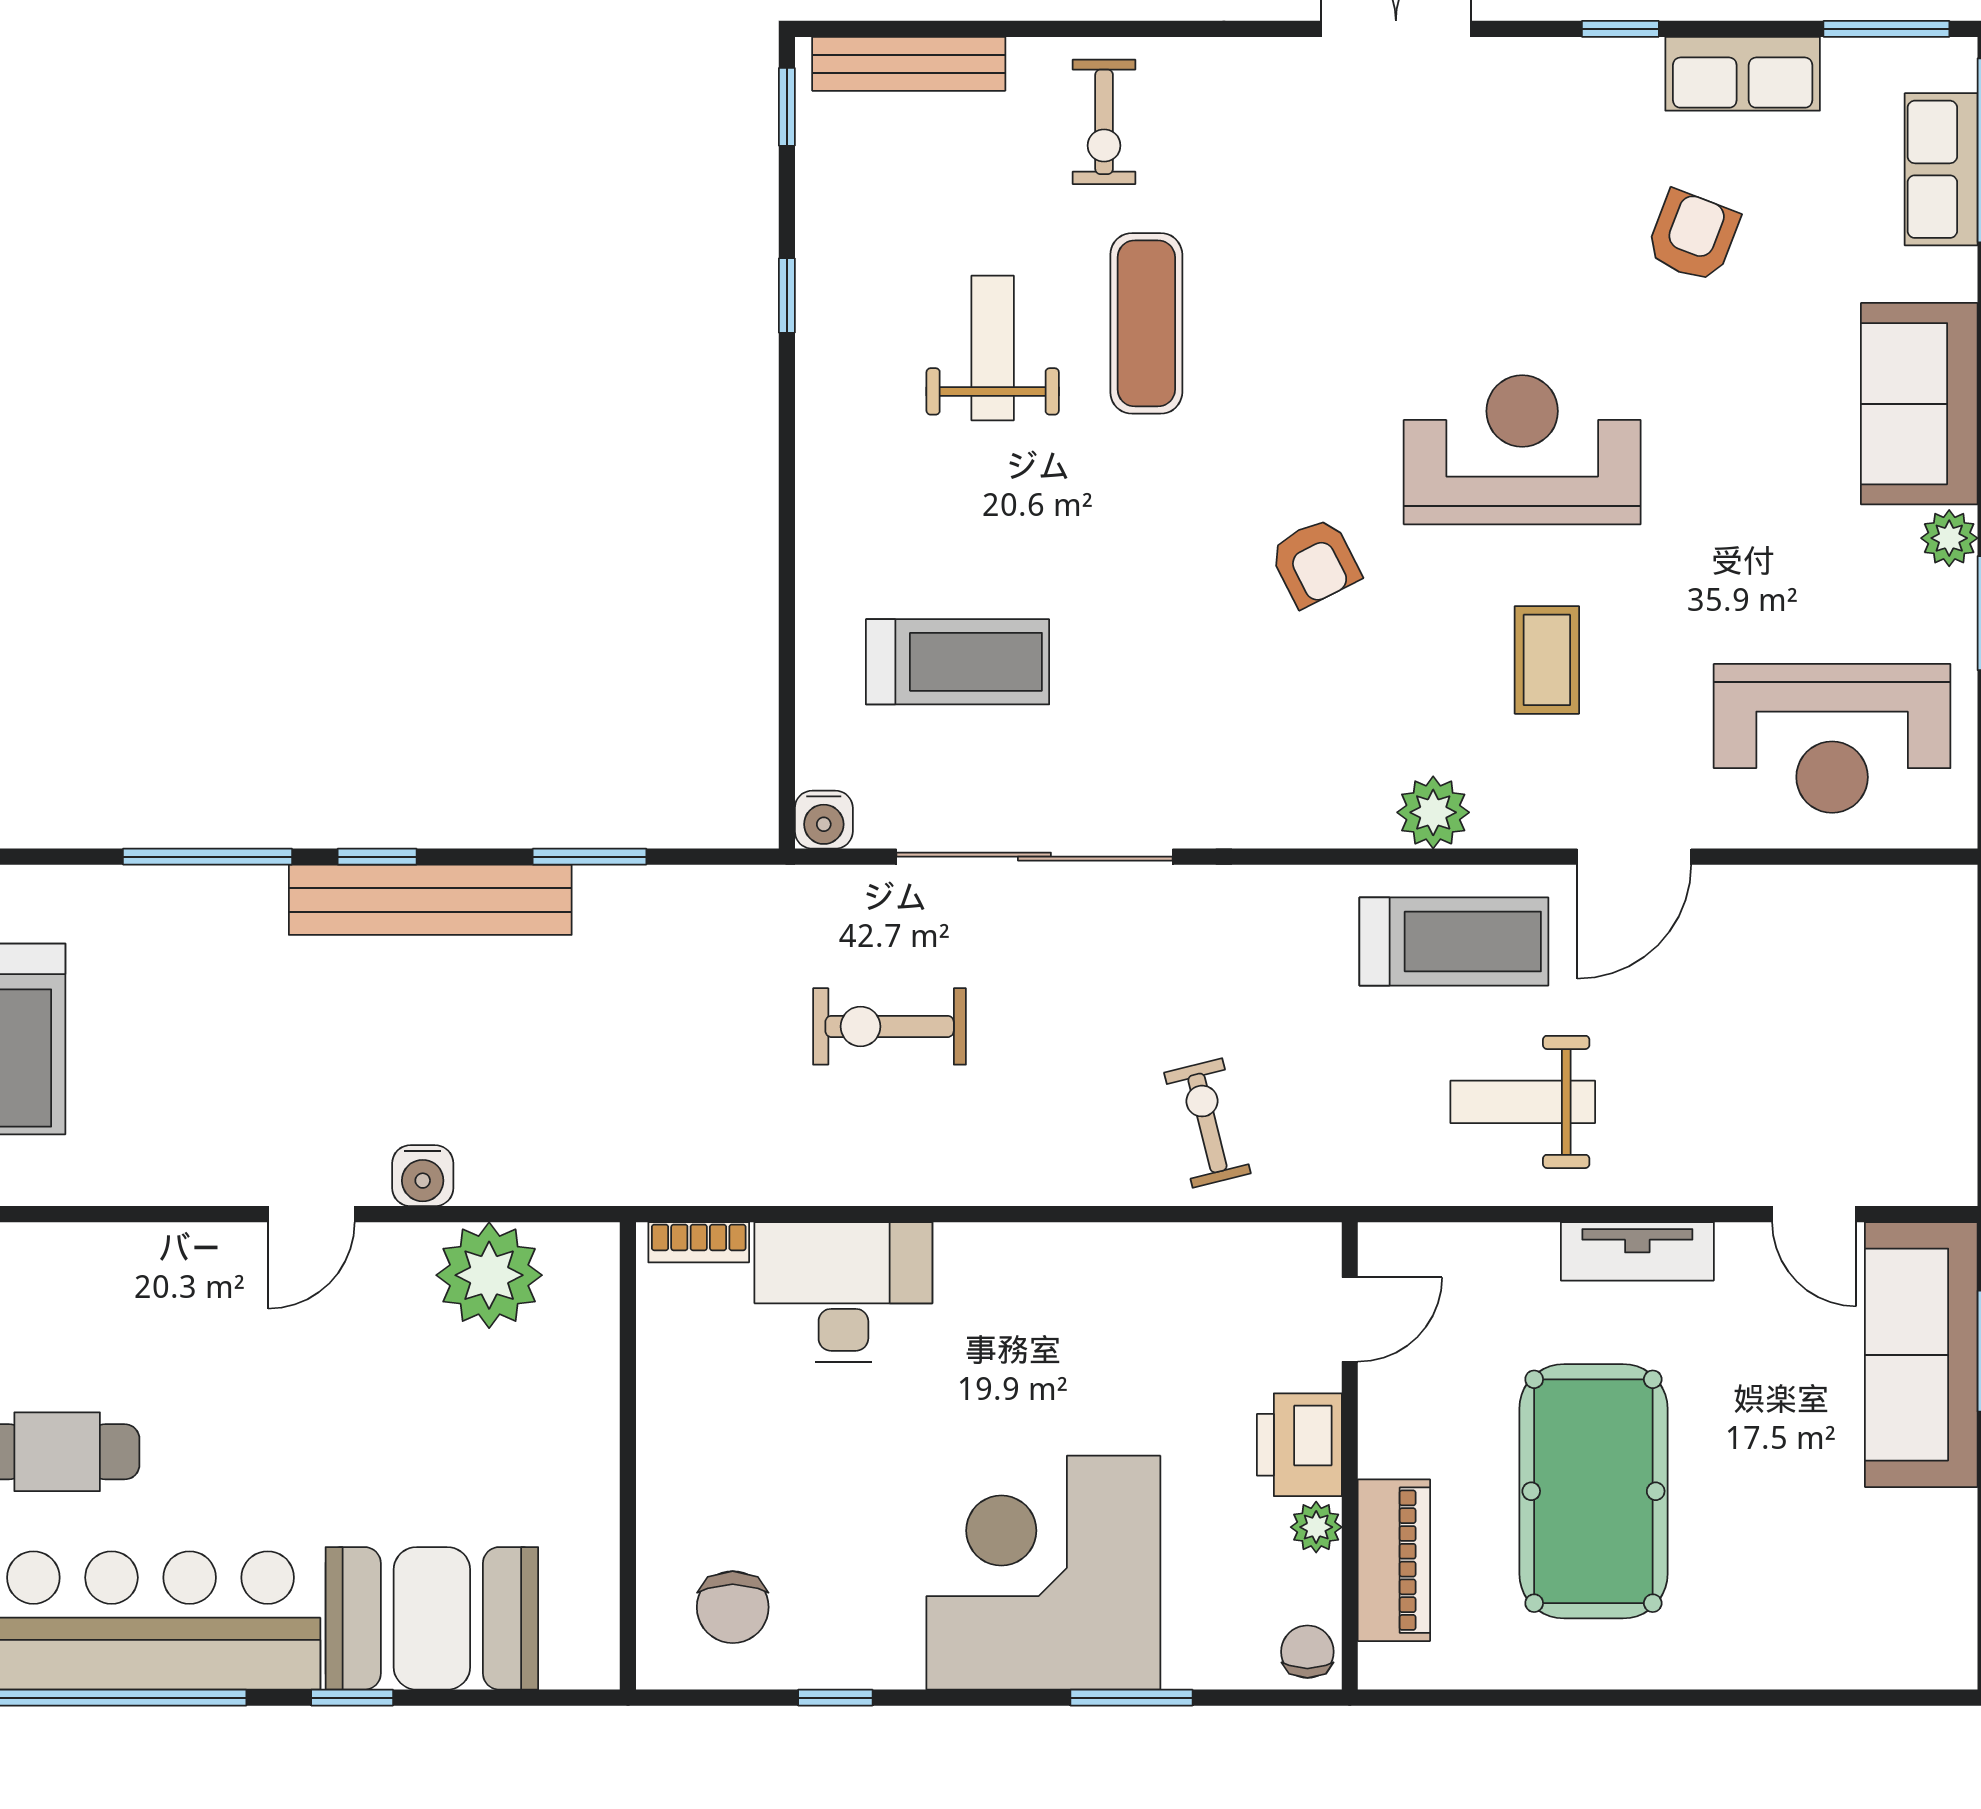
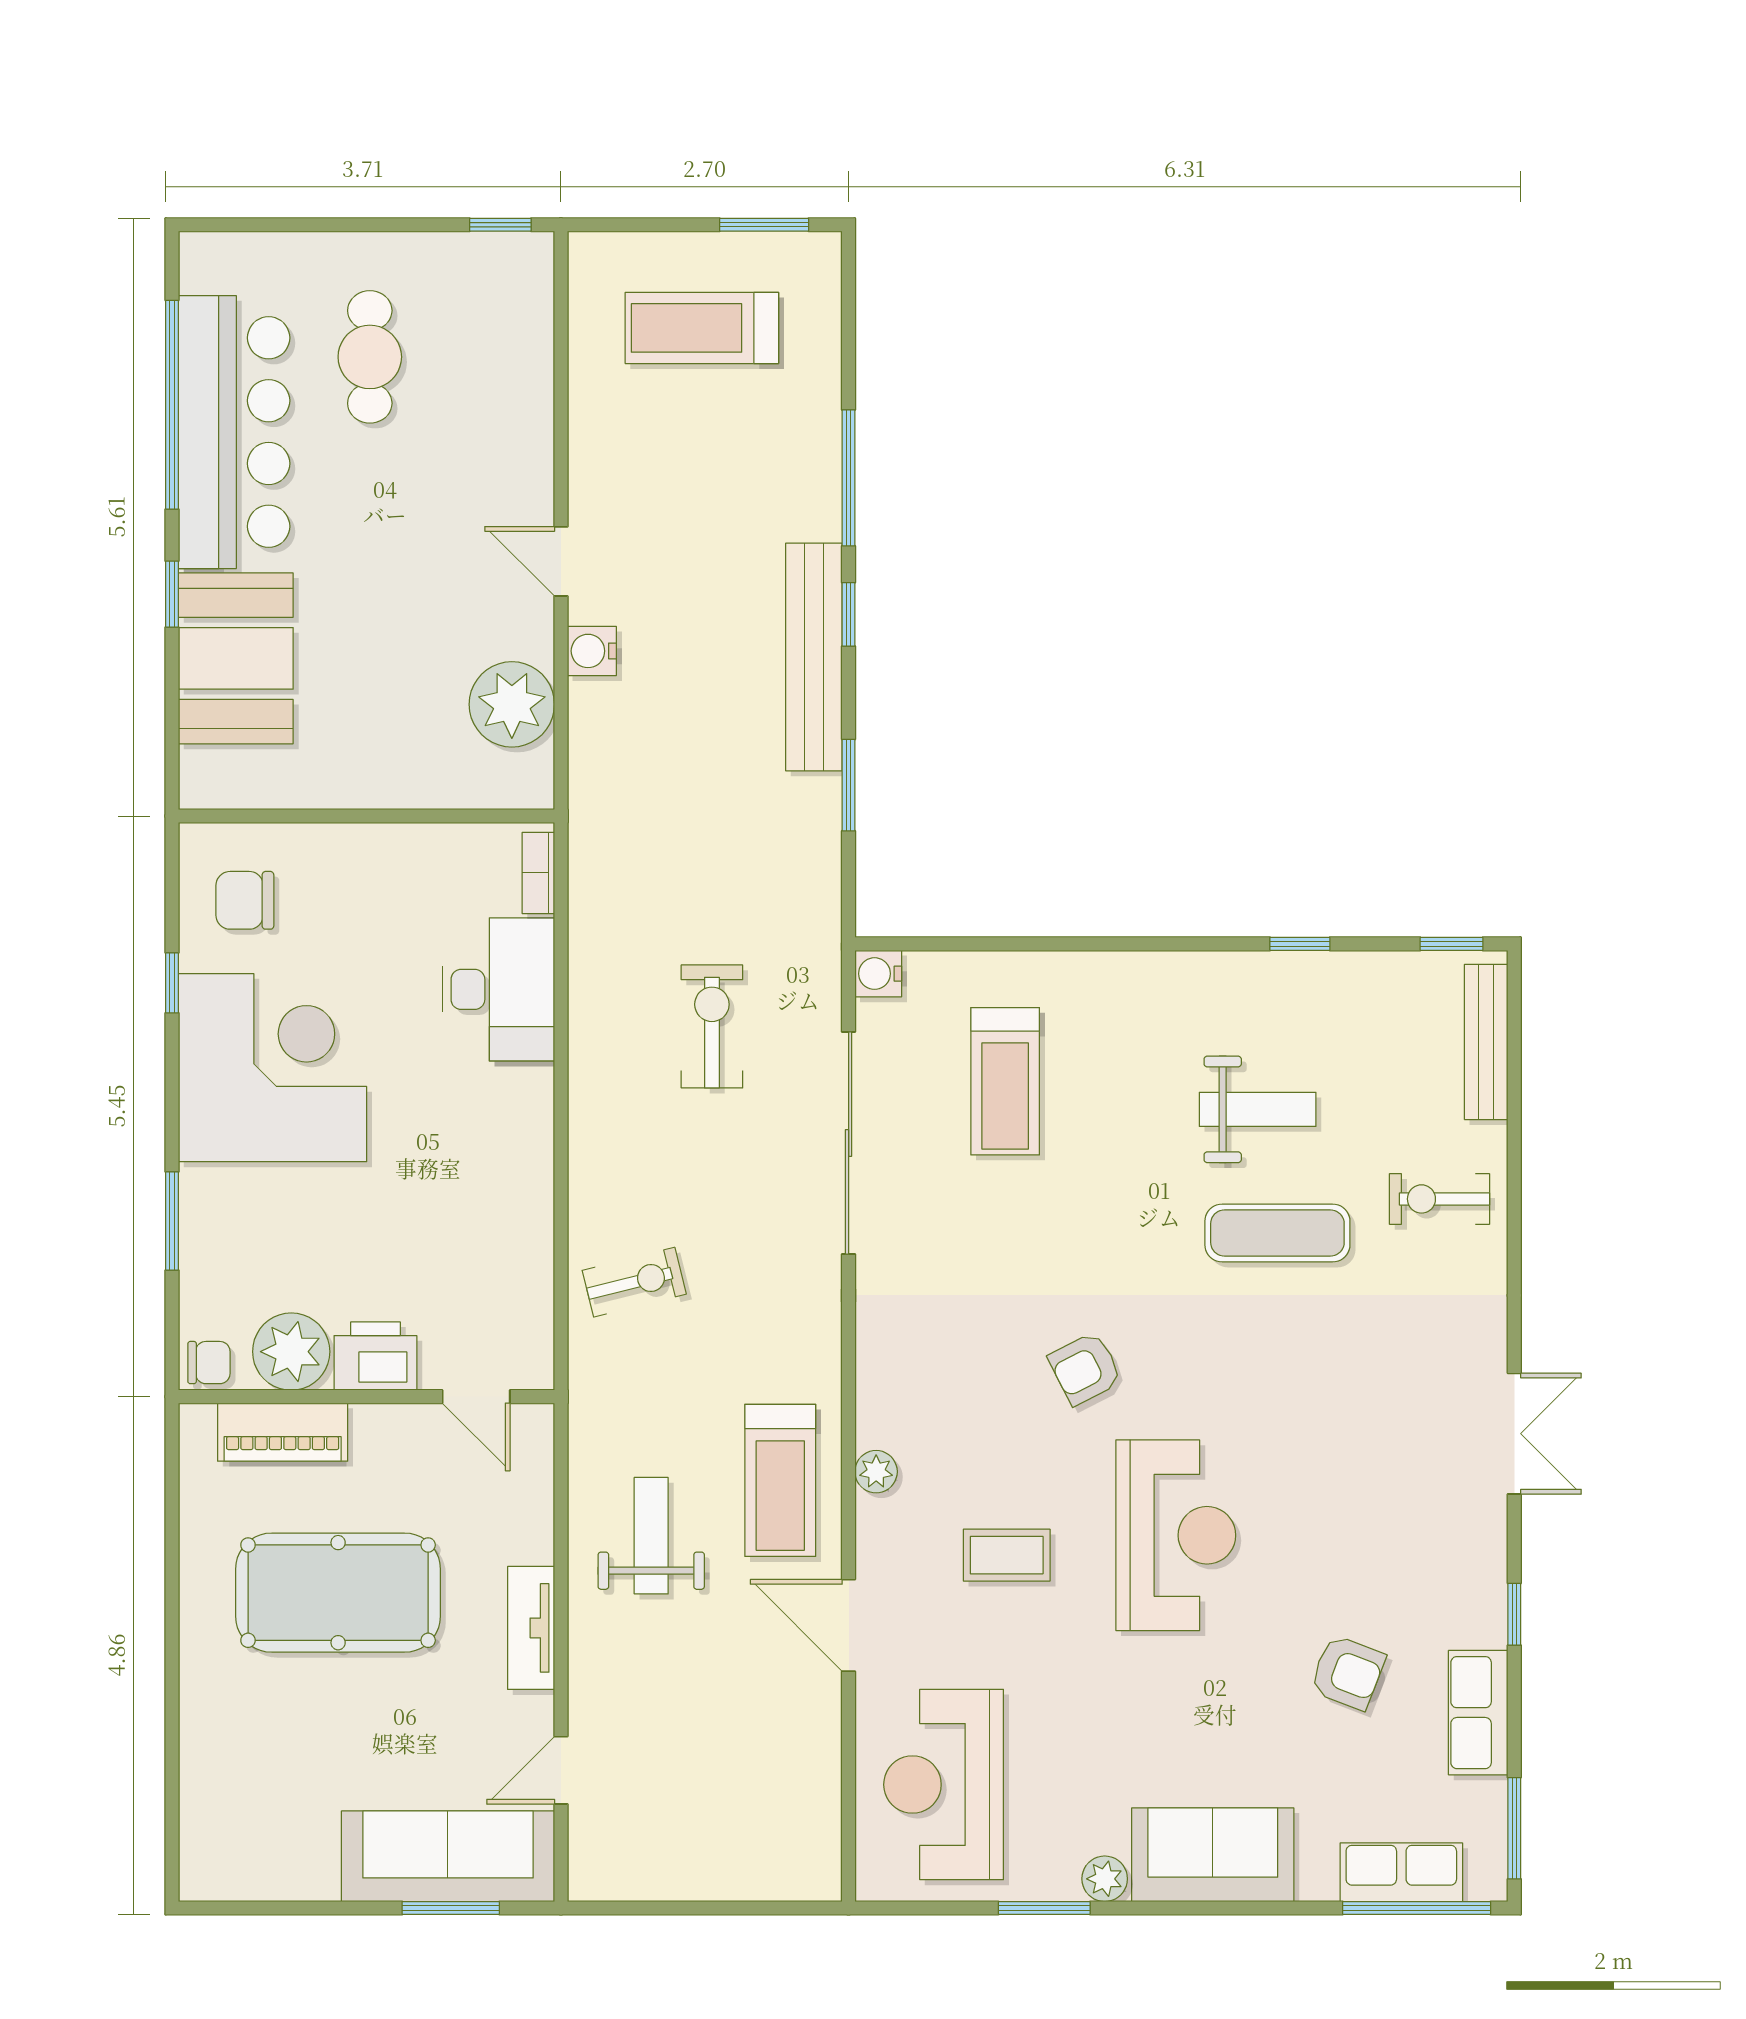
plant: (1433, 812) -> (876, 1472), width x0.73, depth x0.73
plant: (1316, 1527) -> (291, 1352), width x1.88, depth x1.88
corner desk: (1043, 1573) -> (273, 1068), moved

